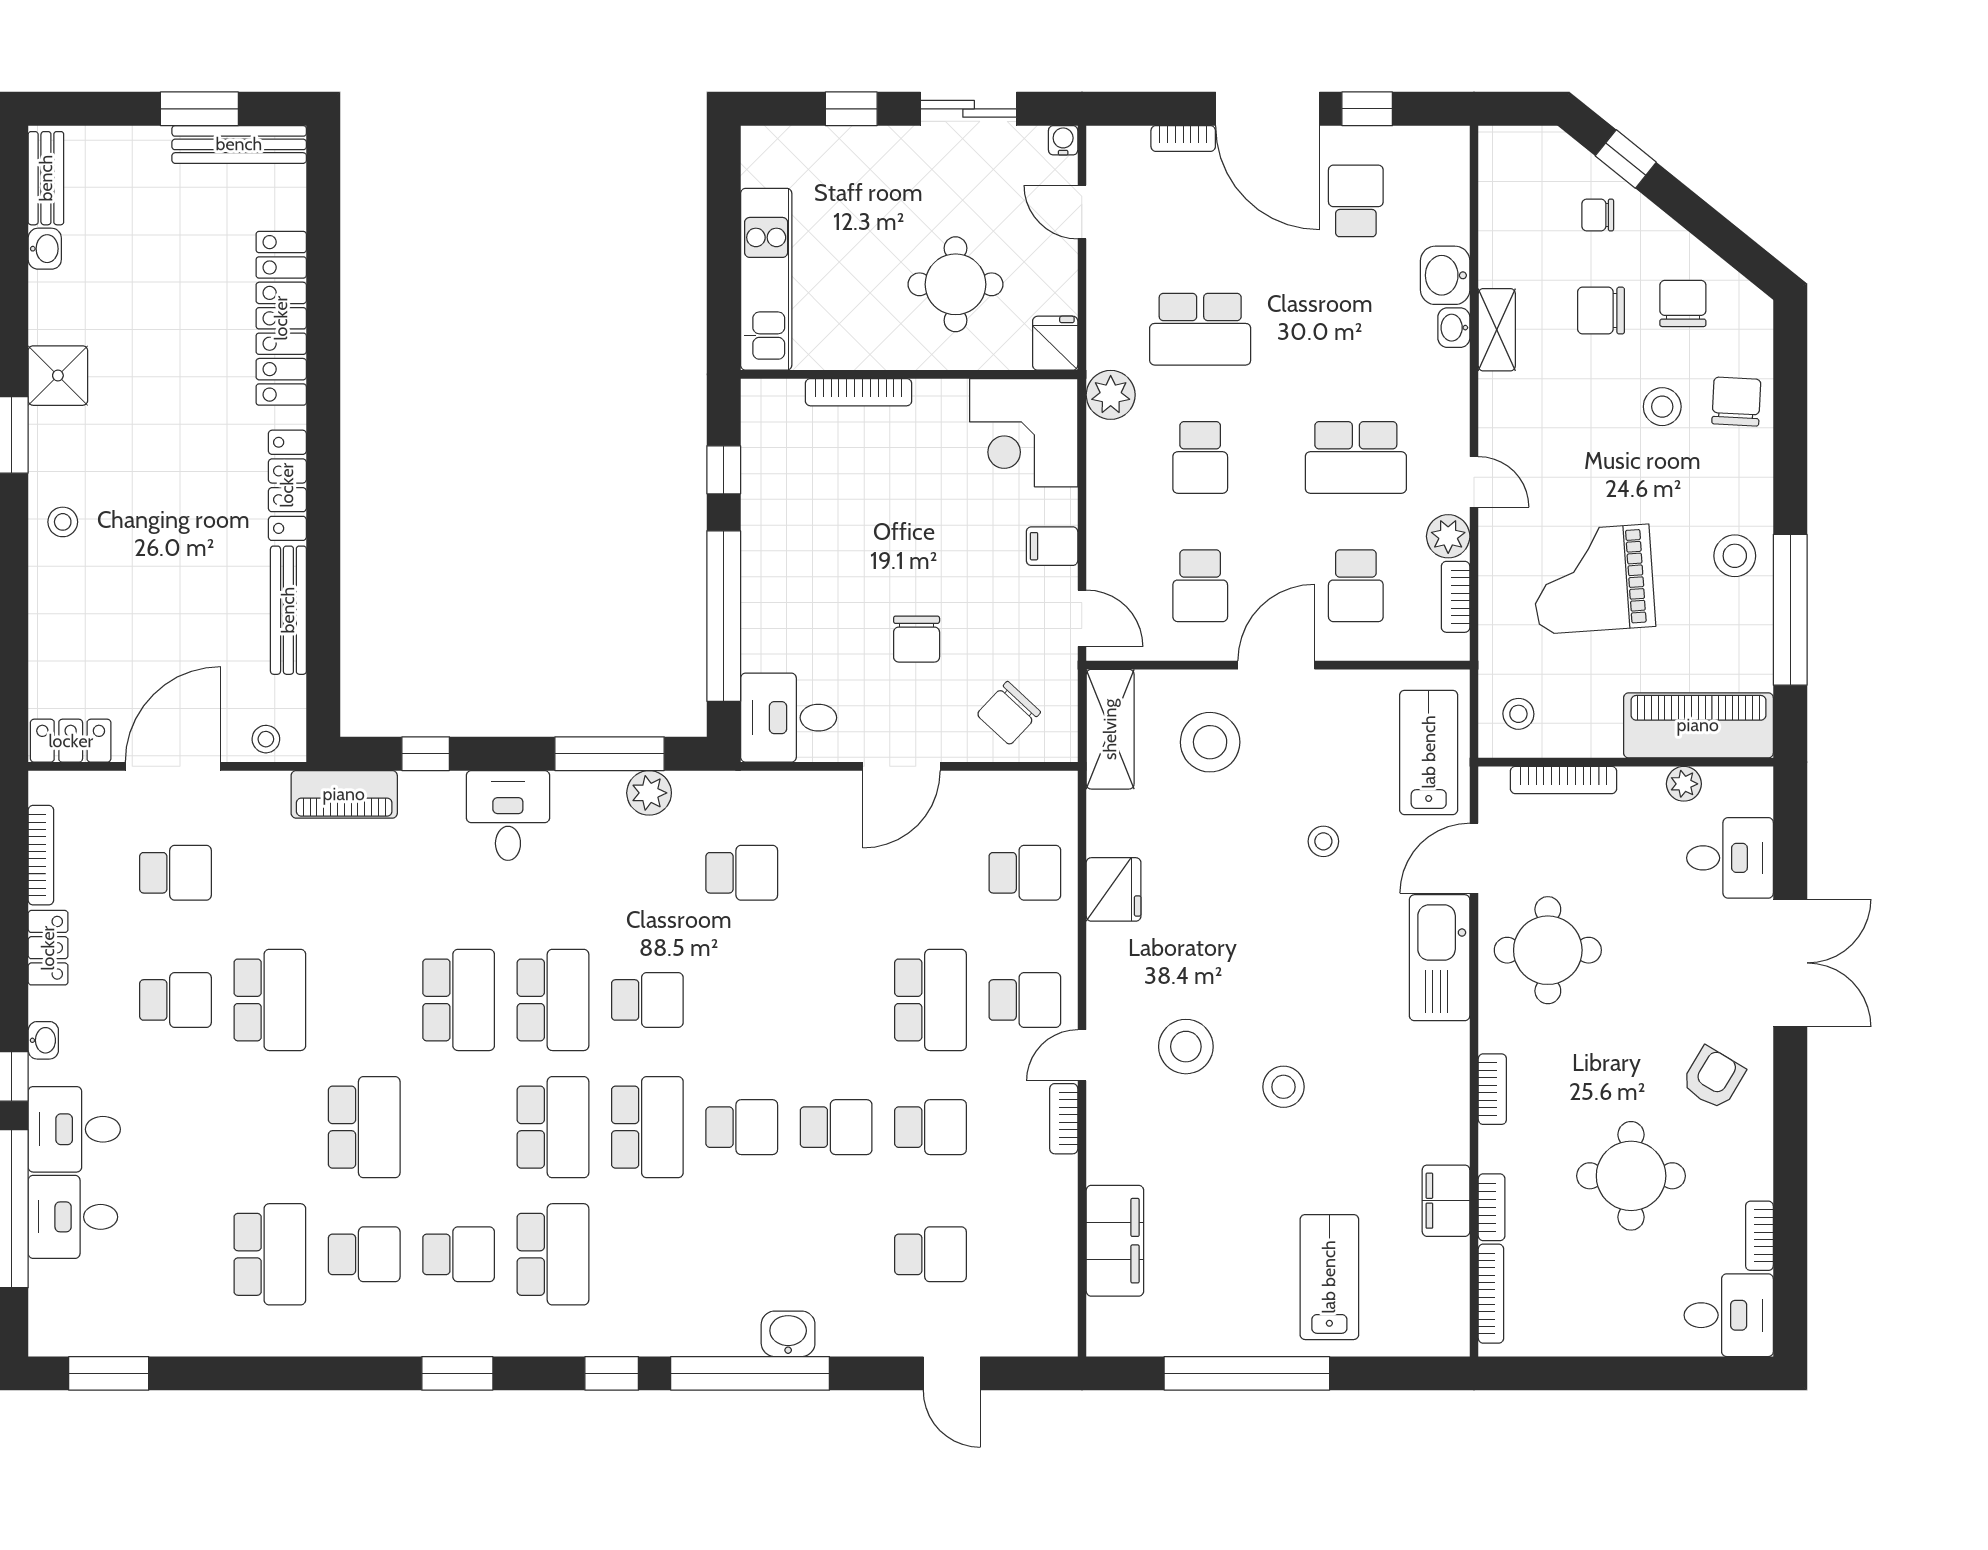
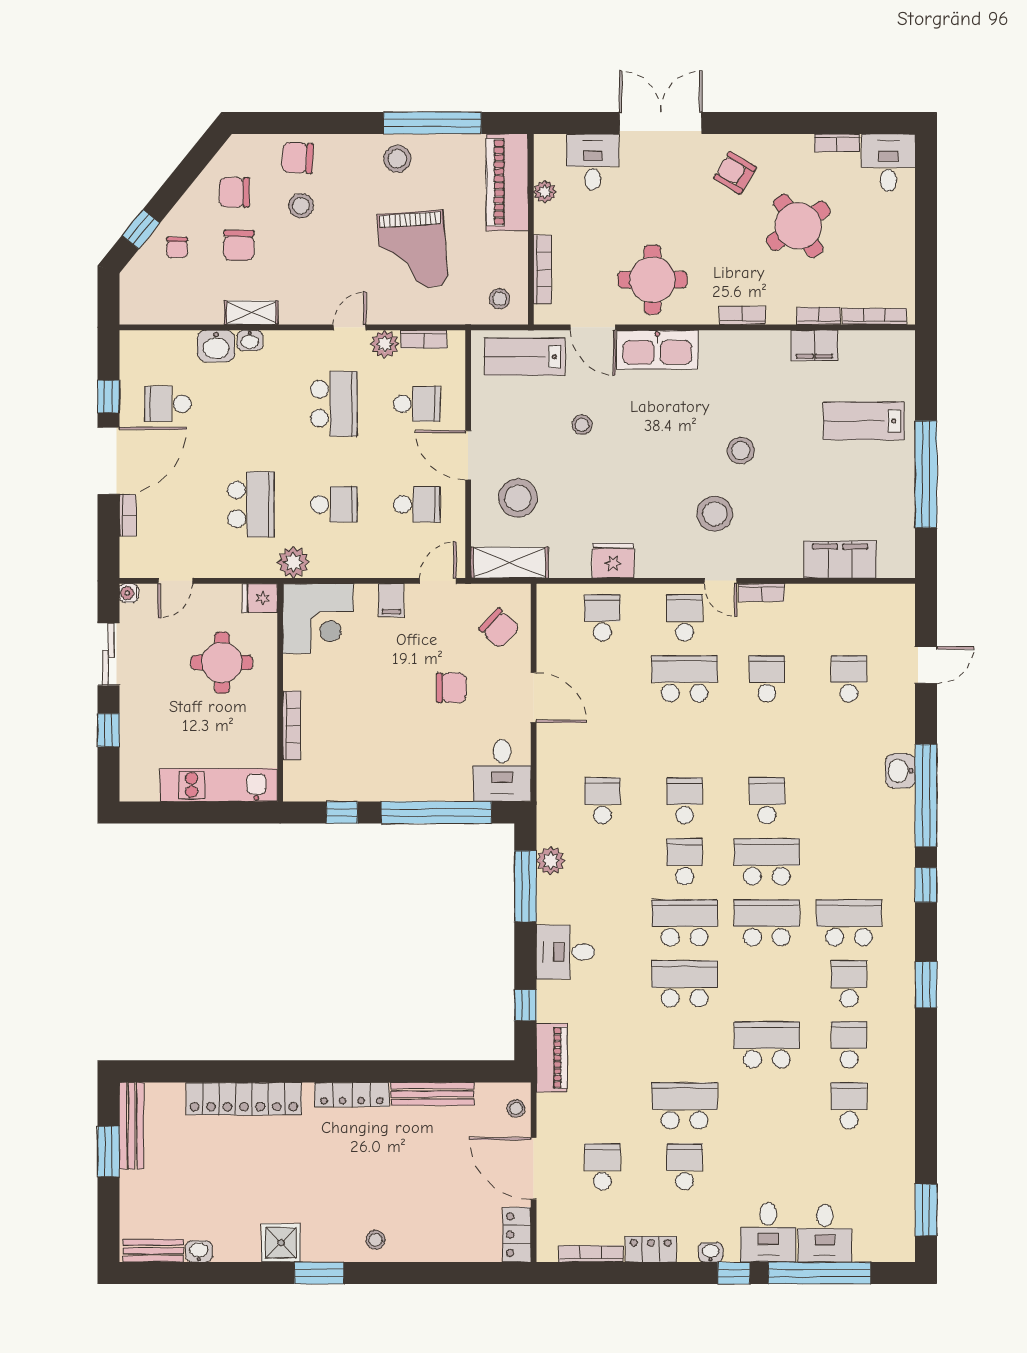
school desk: (836, 1127) -> (685, 801), moved
round table: (1631, 1176) -> (798, 226), turned -34
school desk: (270, 1254) -> (849, 1106), width x0.54

